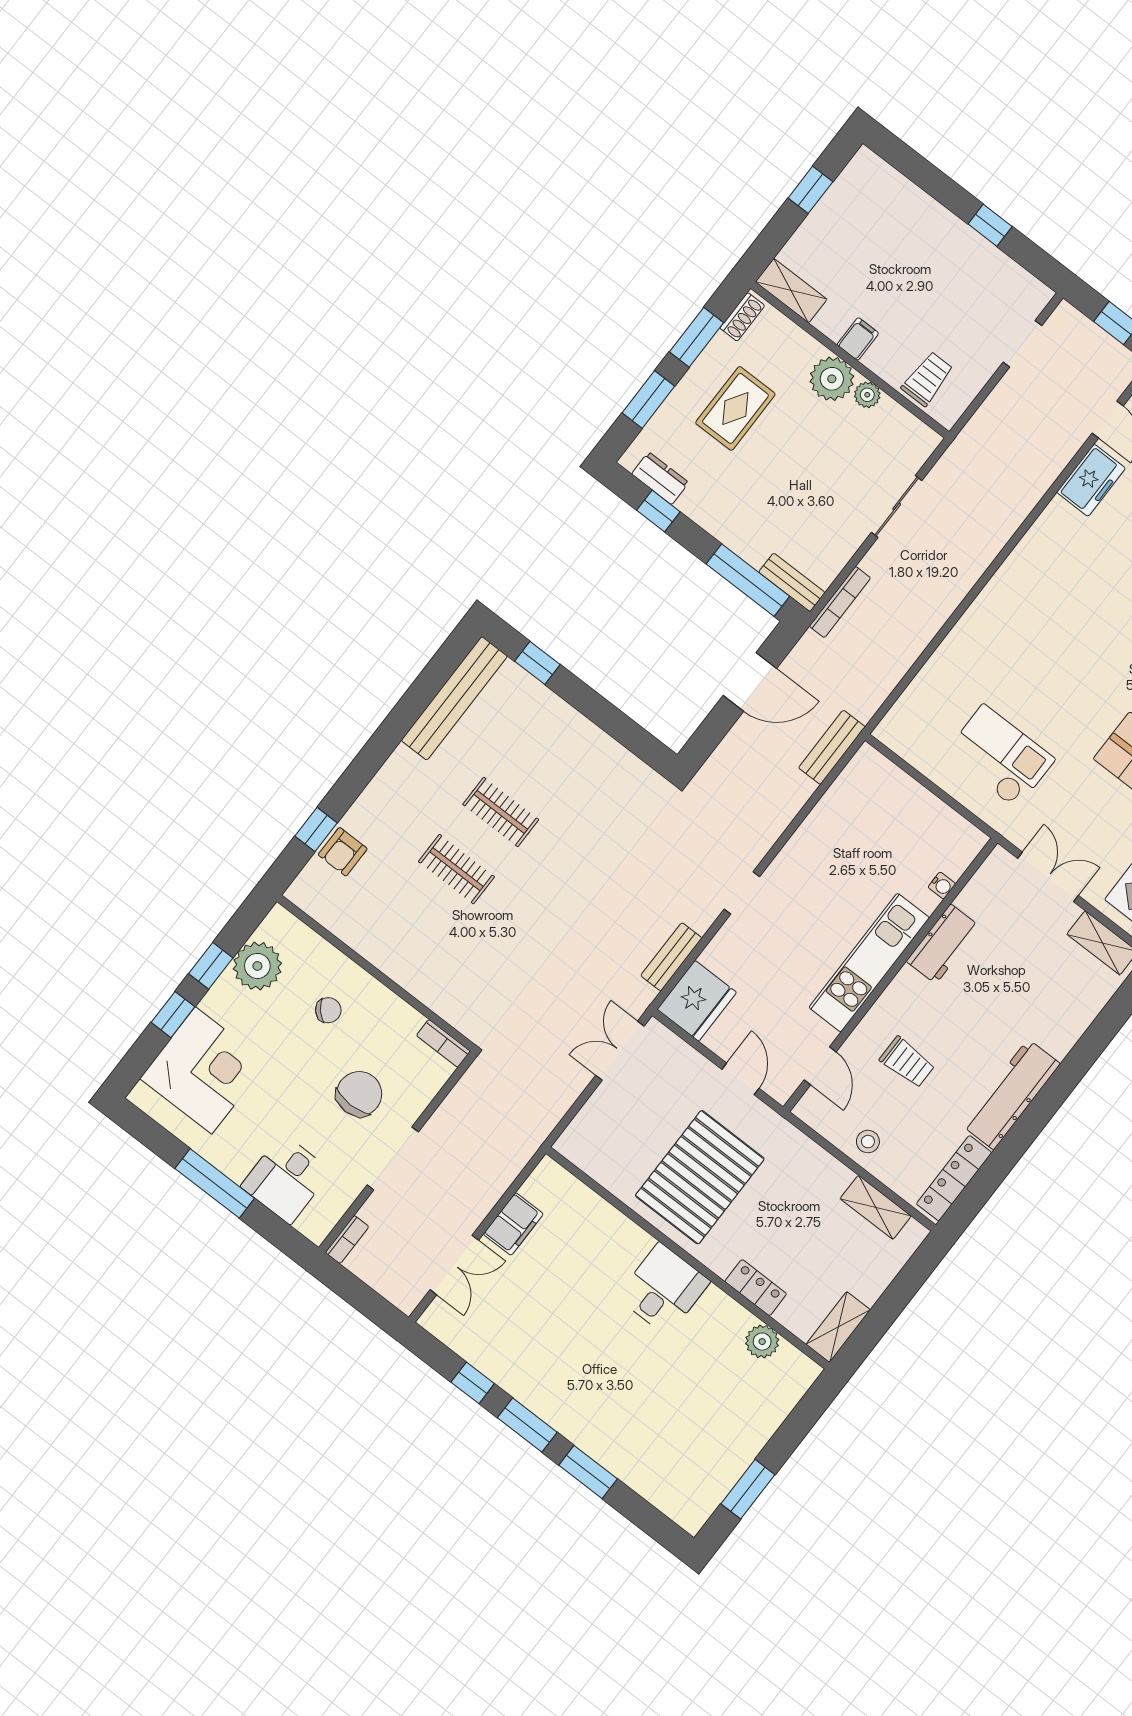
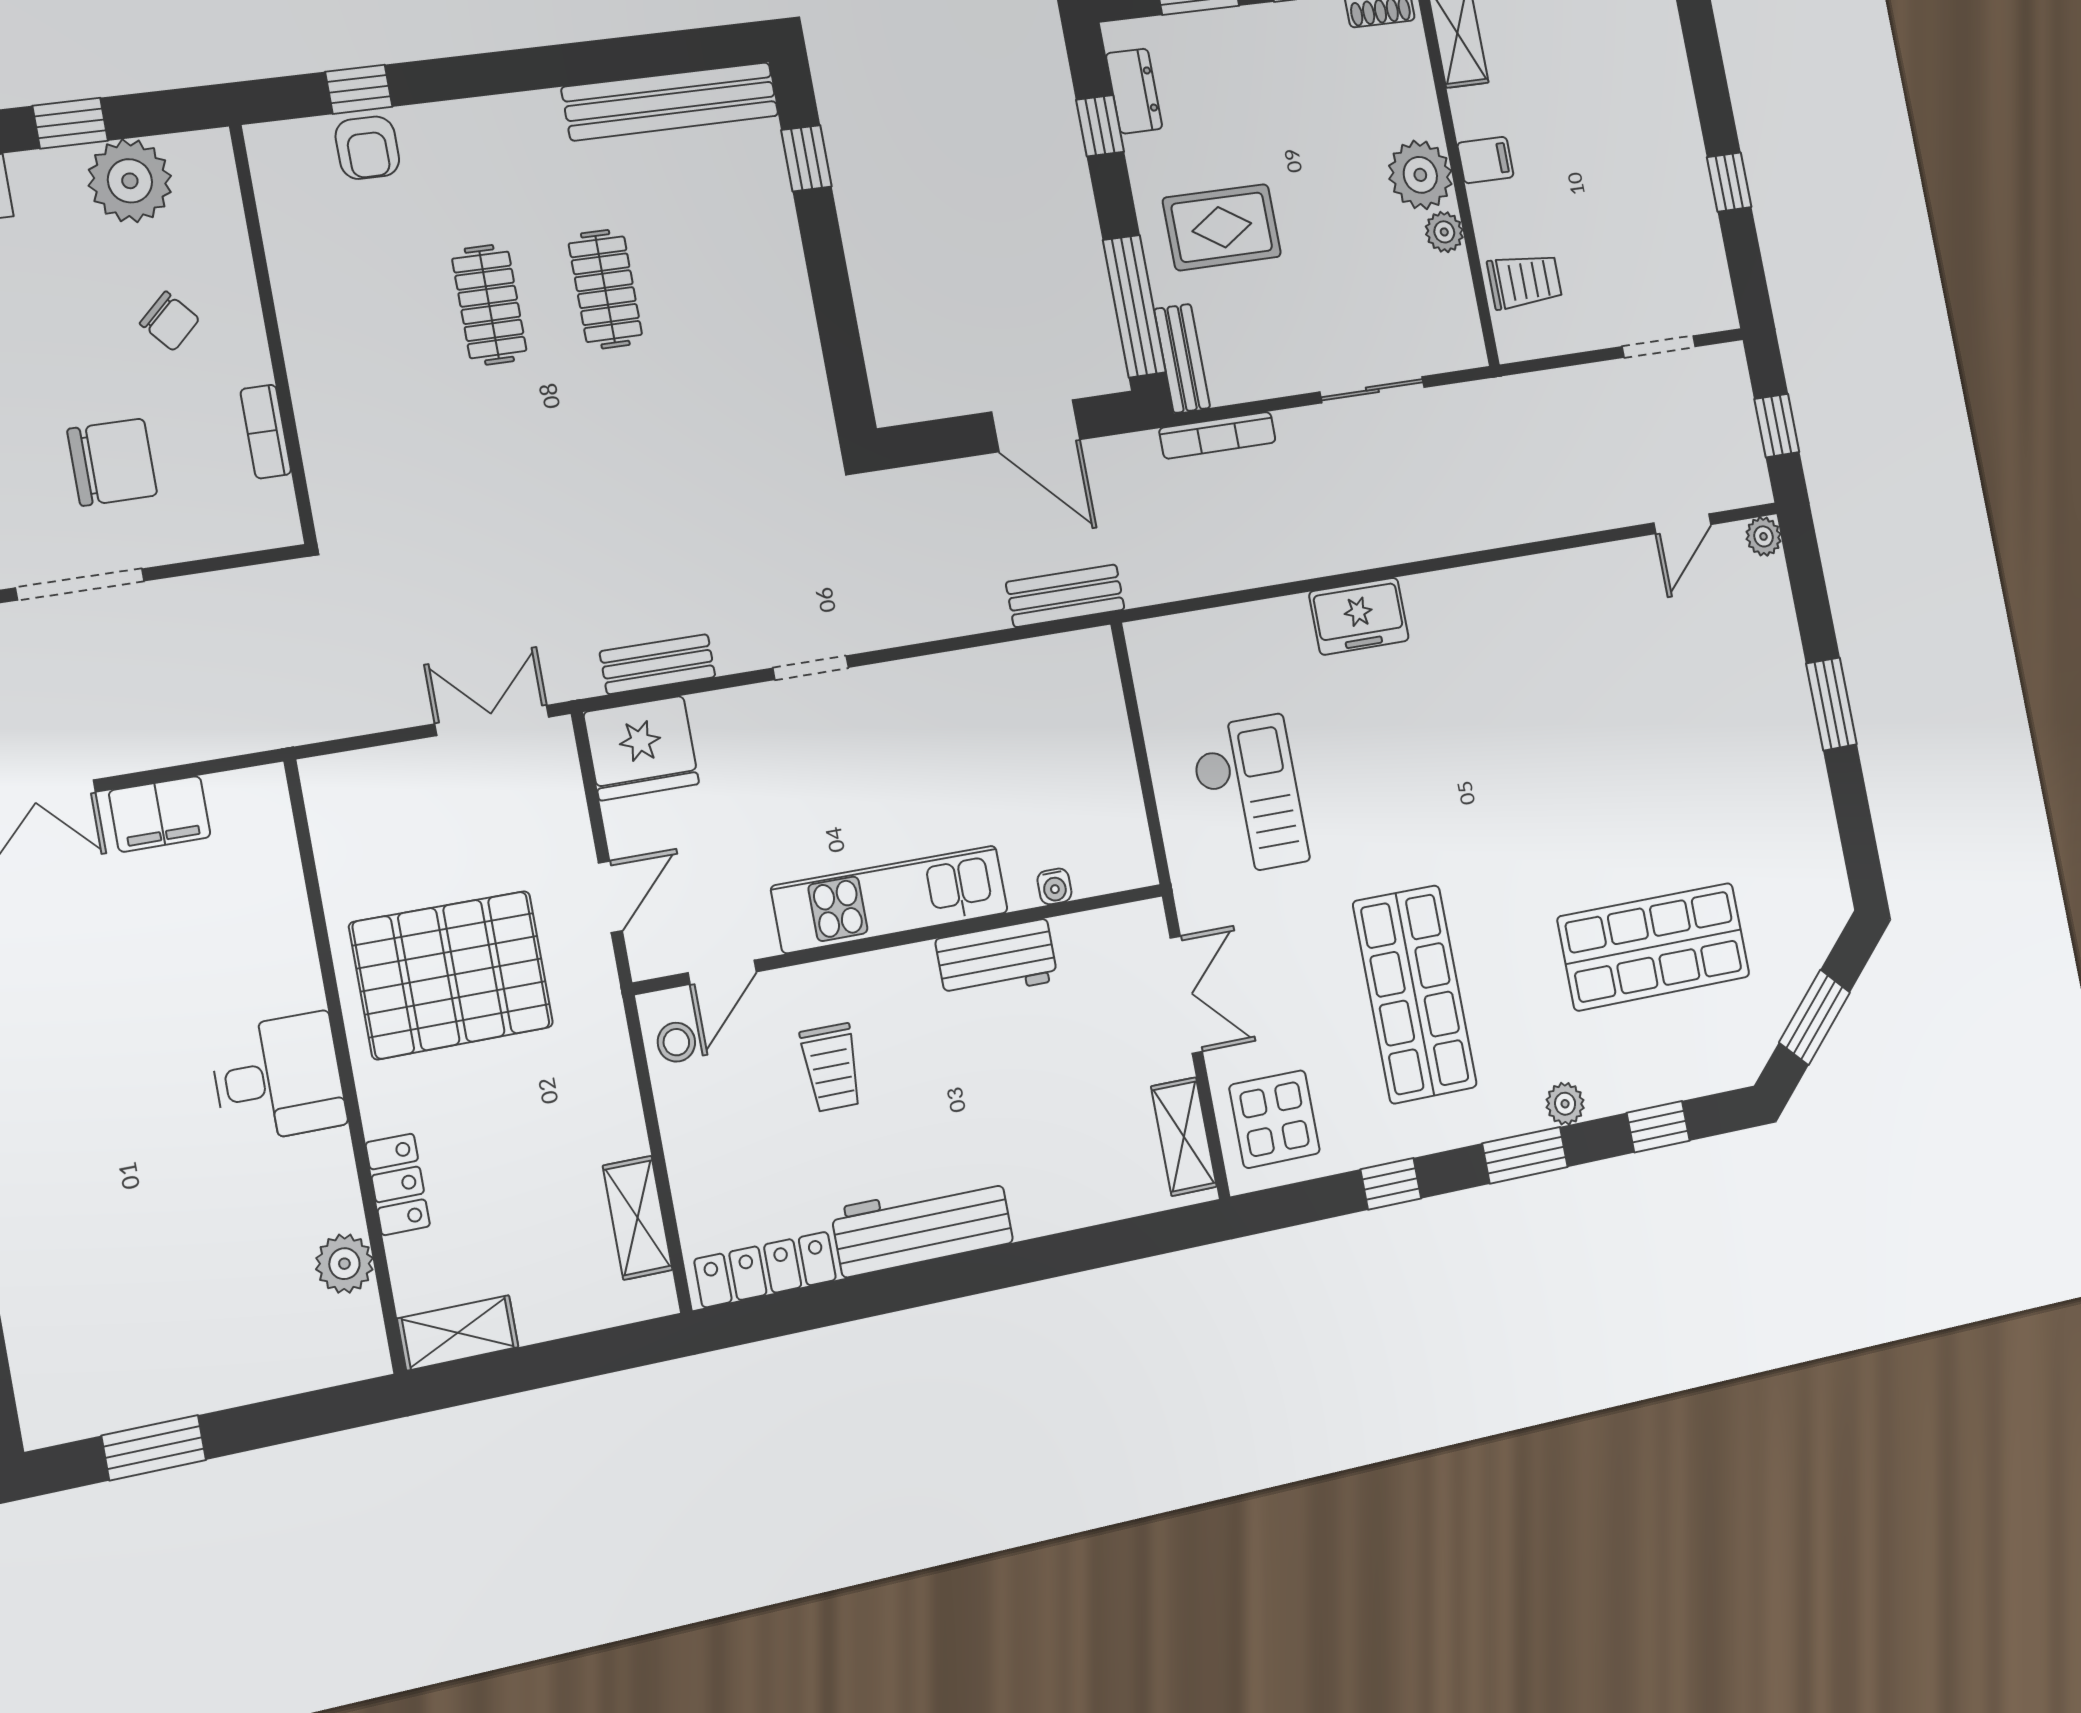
rug: (735, 408) -> (1222, 227), moved
freezer: (1091, 480) -> (1359, 616), moved
armchair: (343, 852) -> (367, 148), turned -90
bookcase: (443, 1043) -> (266, 432), moved
stool: (868, 1142) -> (676, 1042), moved

